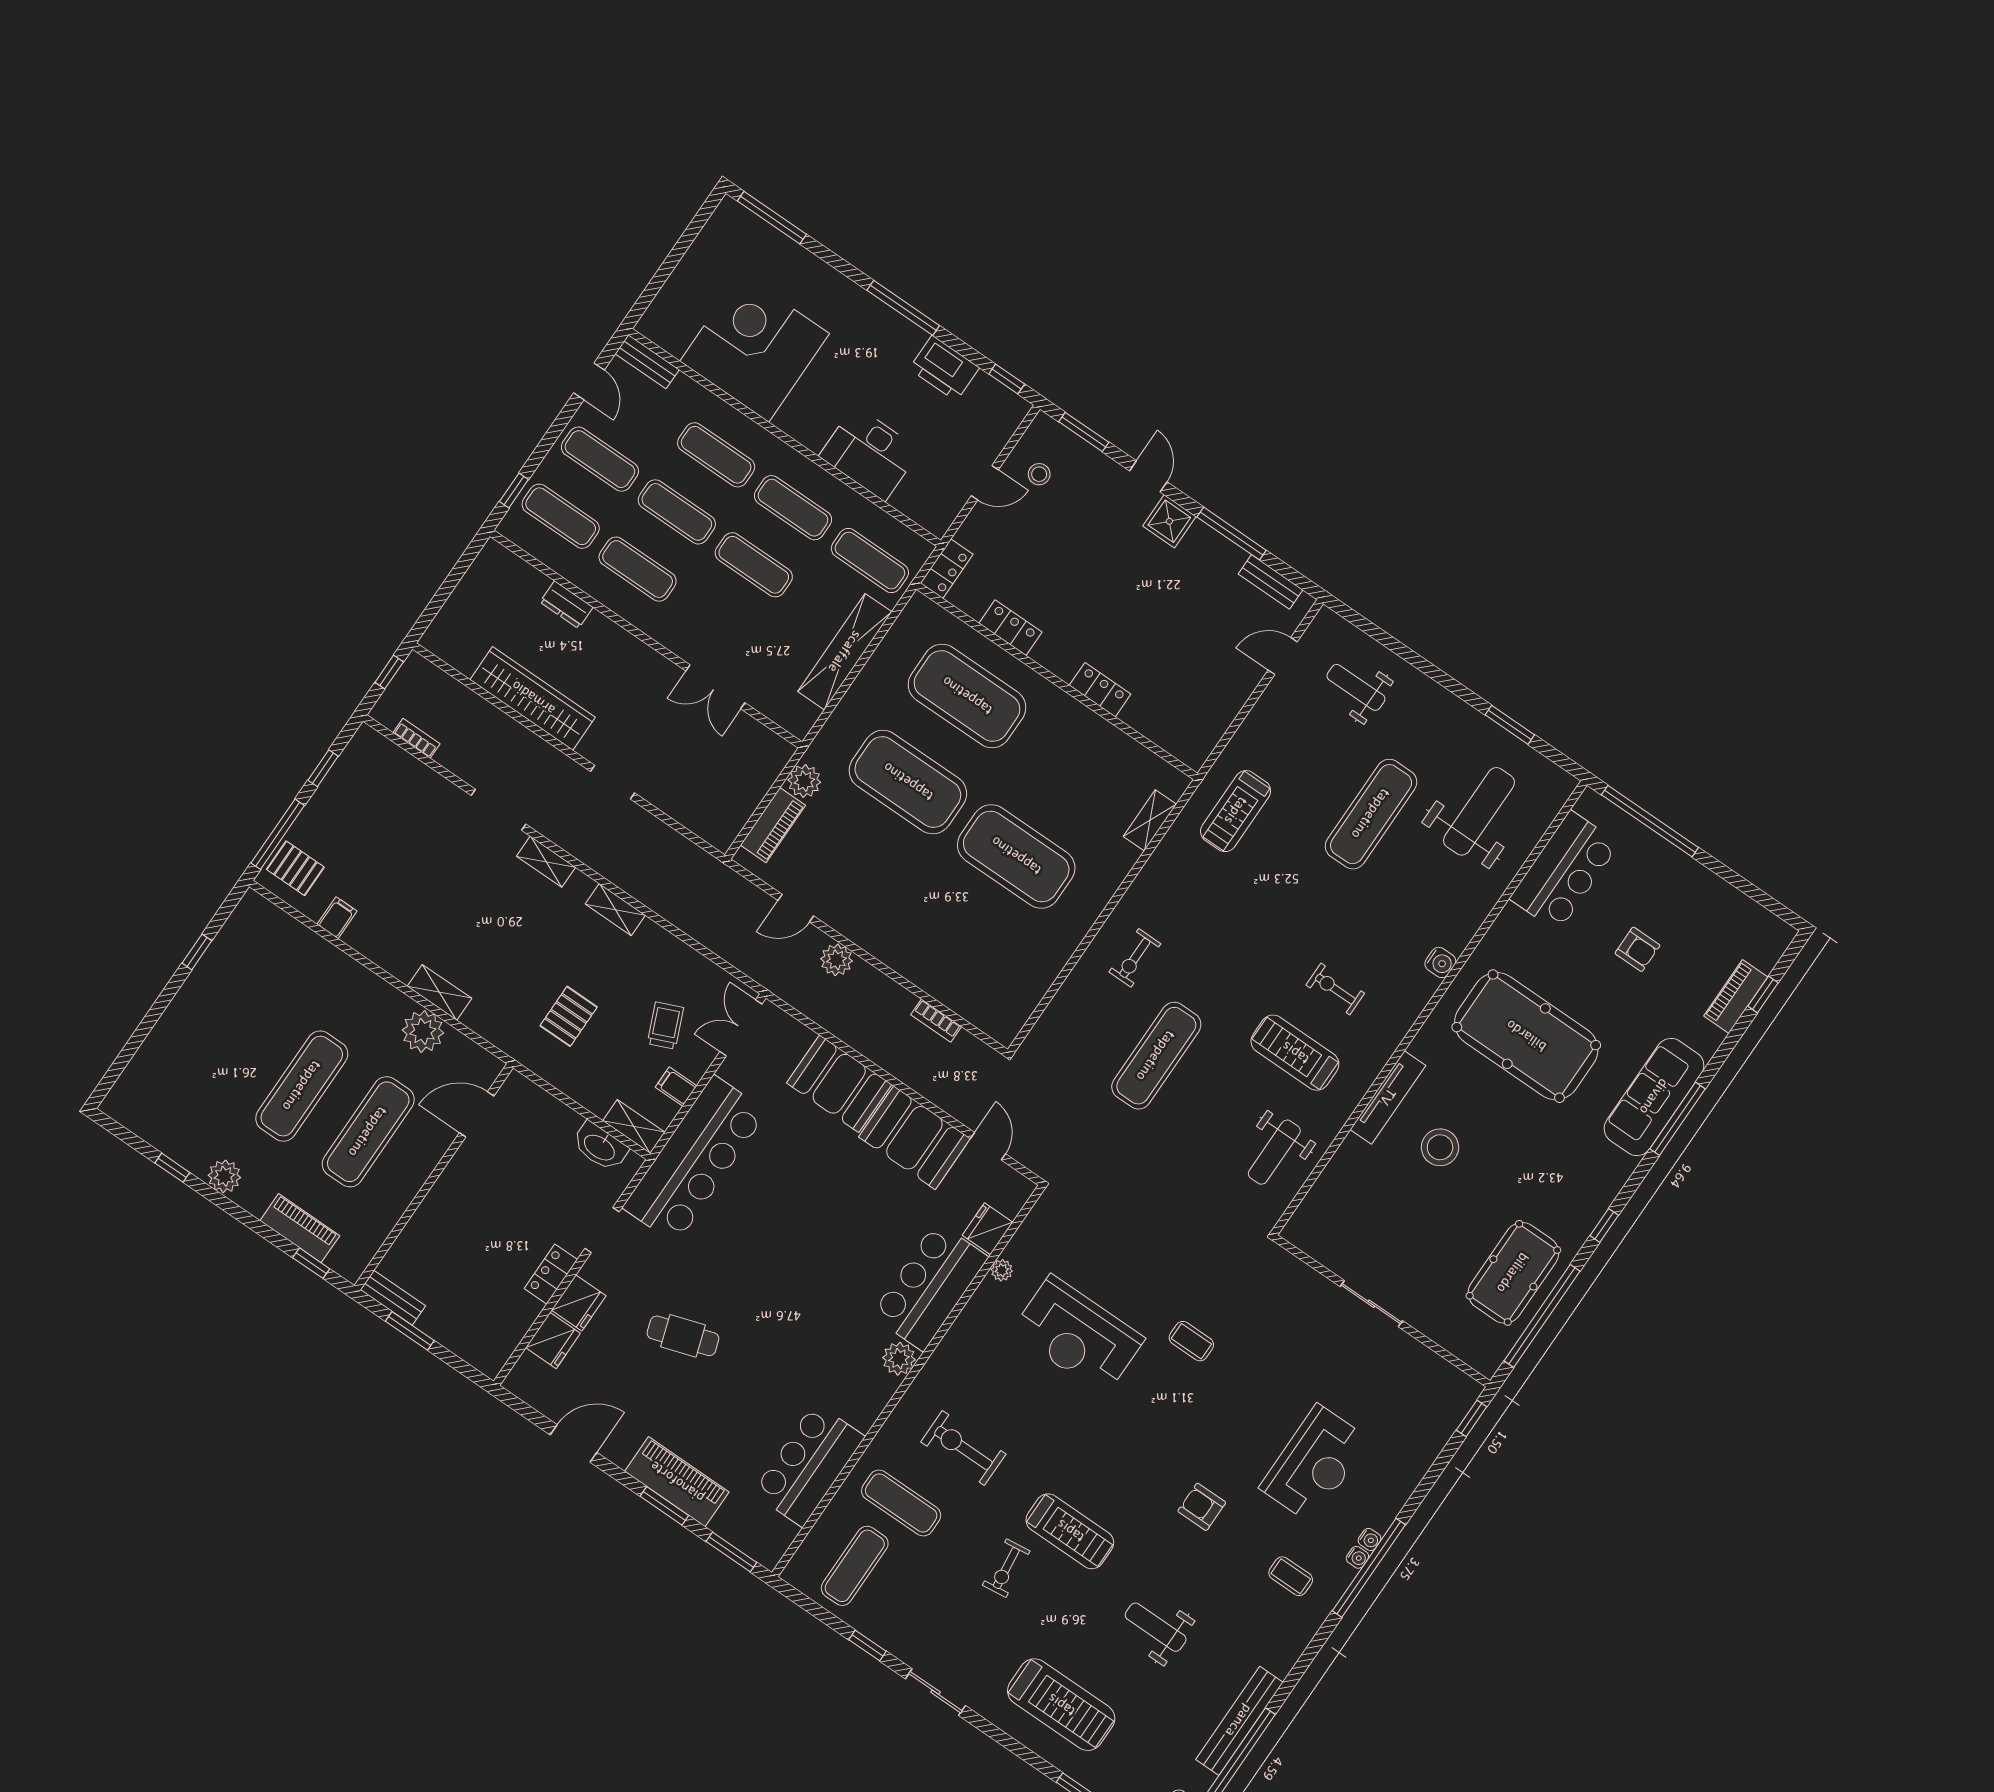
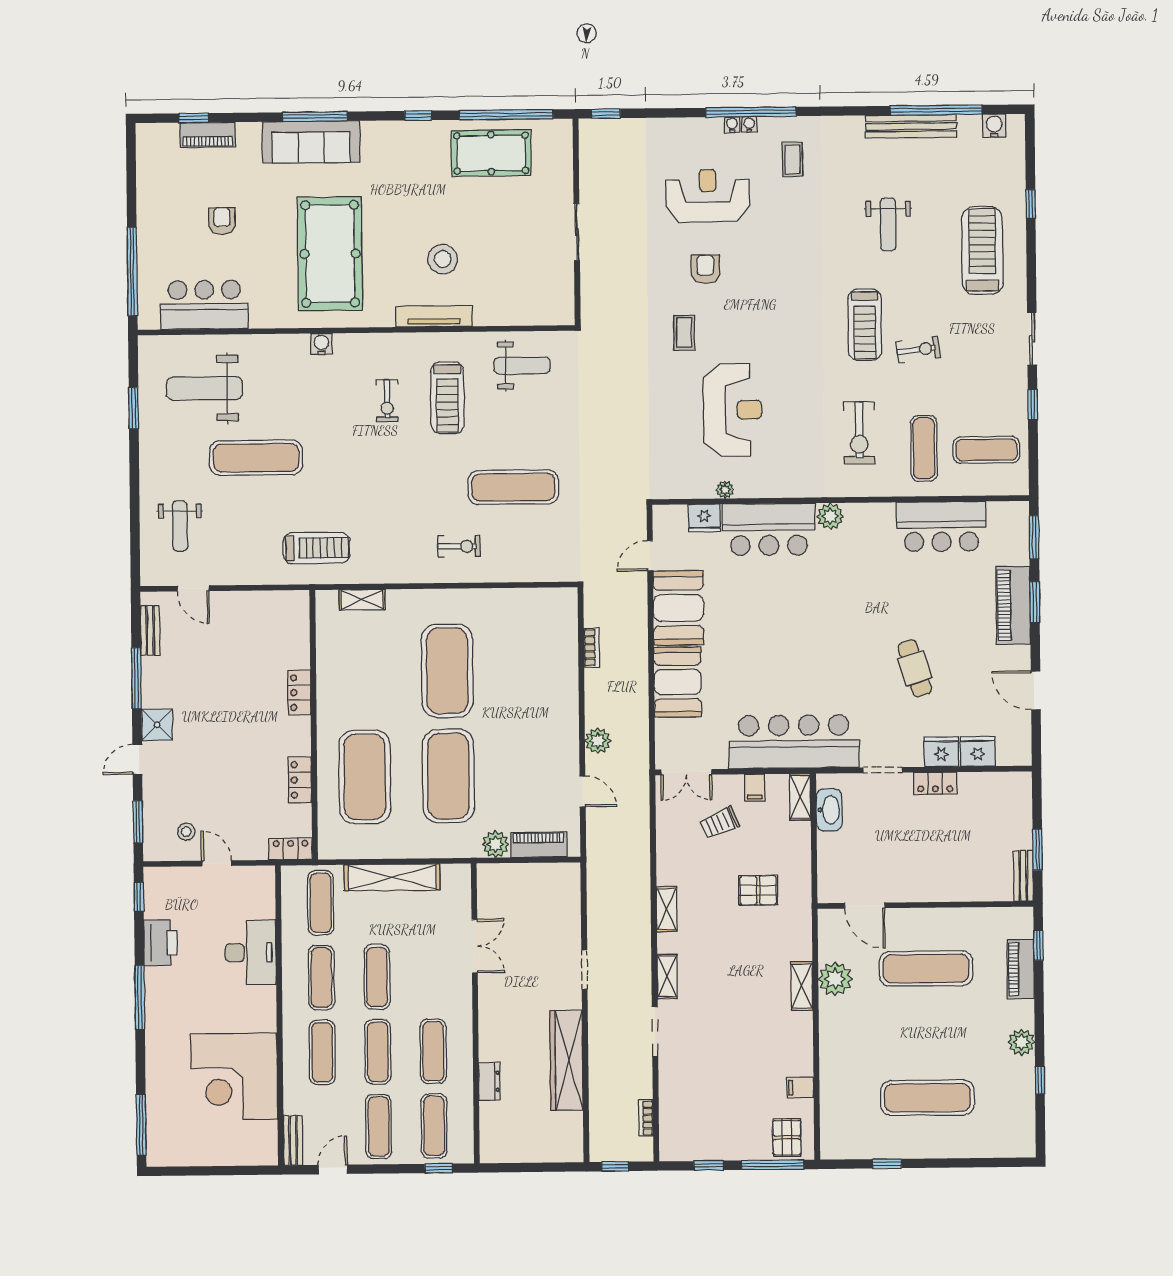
exercise mat: (302, 1086) -> (927, 1098), moved
armchair: (1202, 1507) -> (705, 269), moved, turned 180
treadmill: (1070, 1531) -> (865, 325), turned 180

